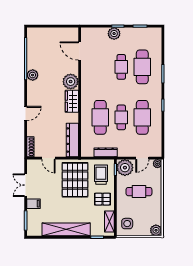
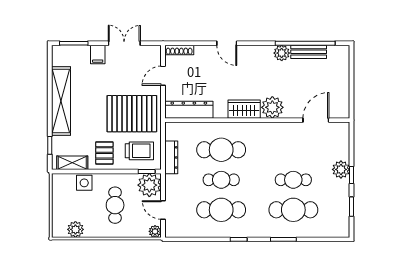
bench: (32, 56) -> (309, 52), added
side table: (127, 224) -> (84, 183), moved
plant: (156, 230) -> (75, 229), moved

